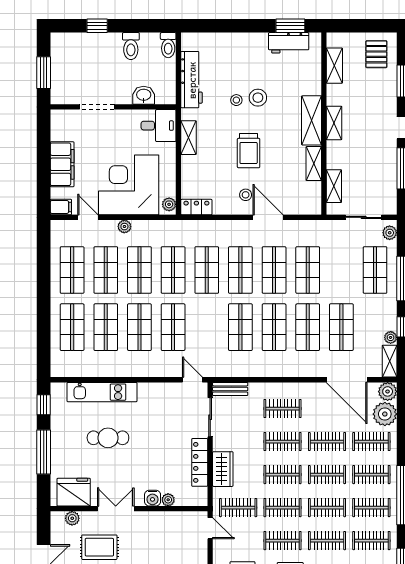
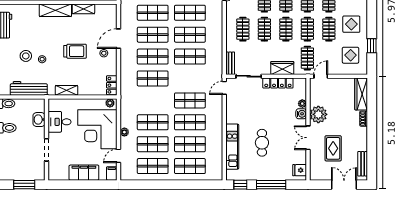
stool: (258, 98) -> (26, 56), moved
desk: (159, 126) -> (60, 122), moved, turned -90
shop shelf: (173, 270) -> (153, 100), removed
fridge: (74, 492) -> (300, 170), width x0.53, depth x0.75
plant: (72, 518) -> (318, 114), moved, width x1.88, depth x1.88

